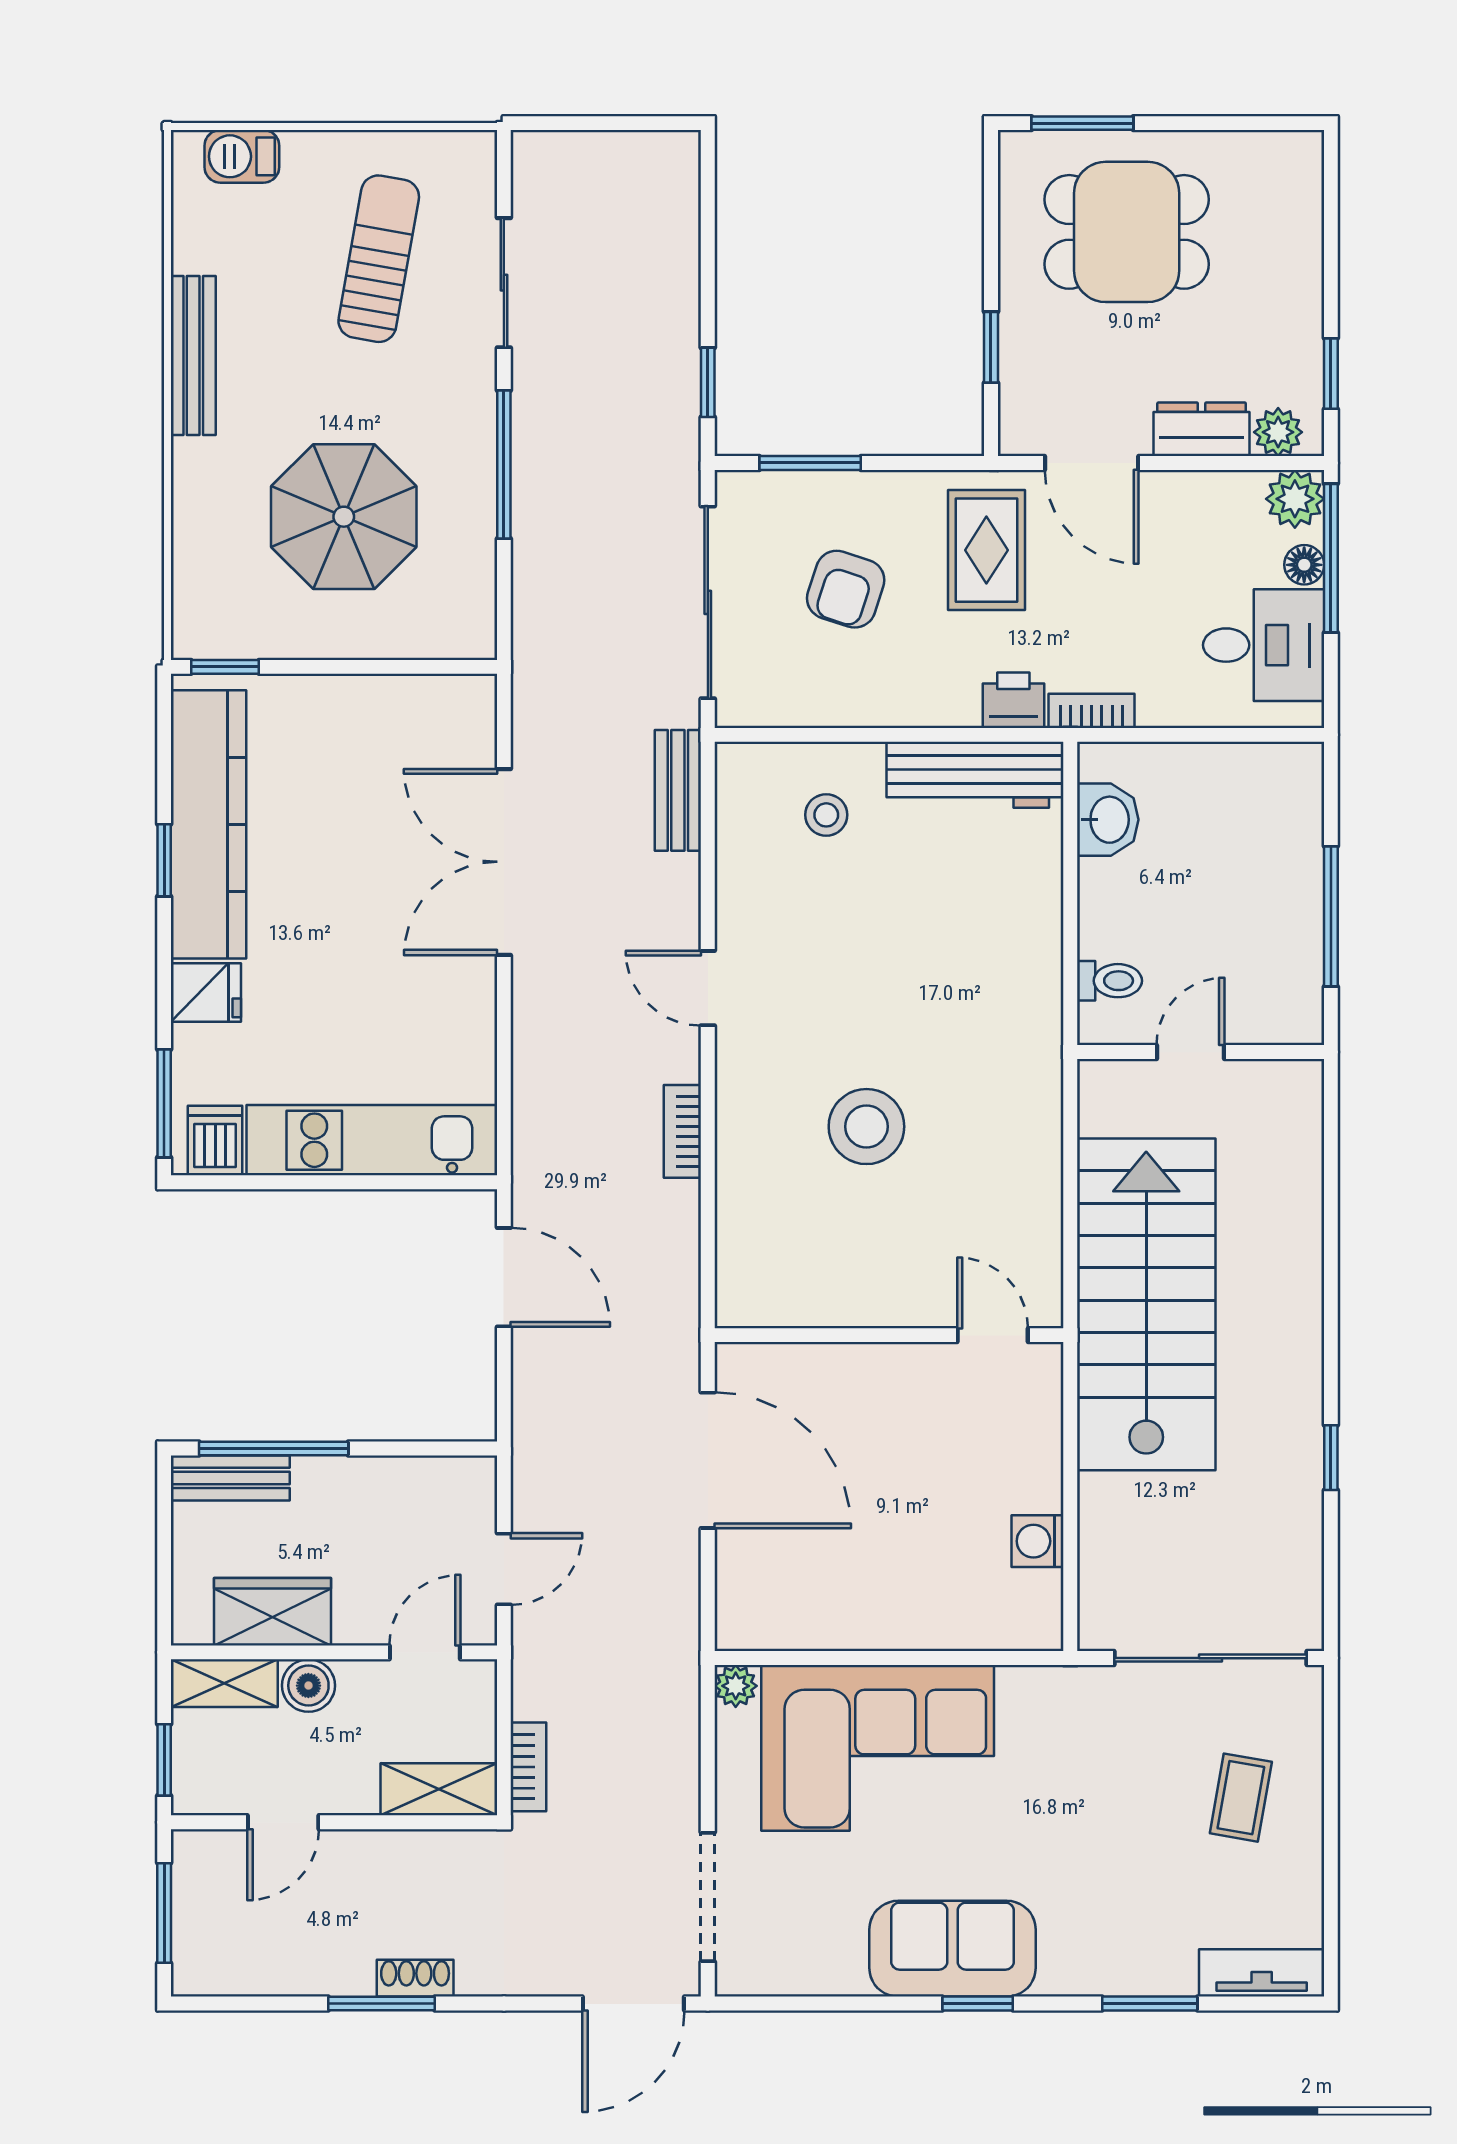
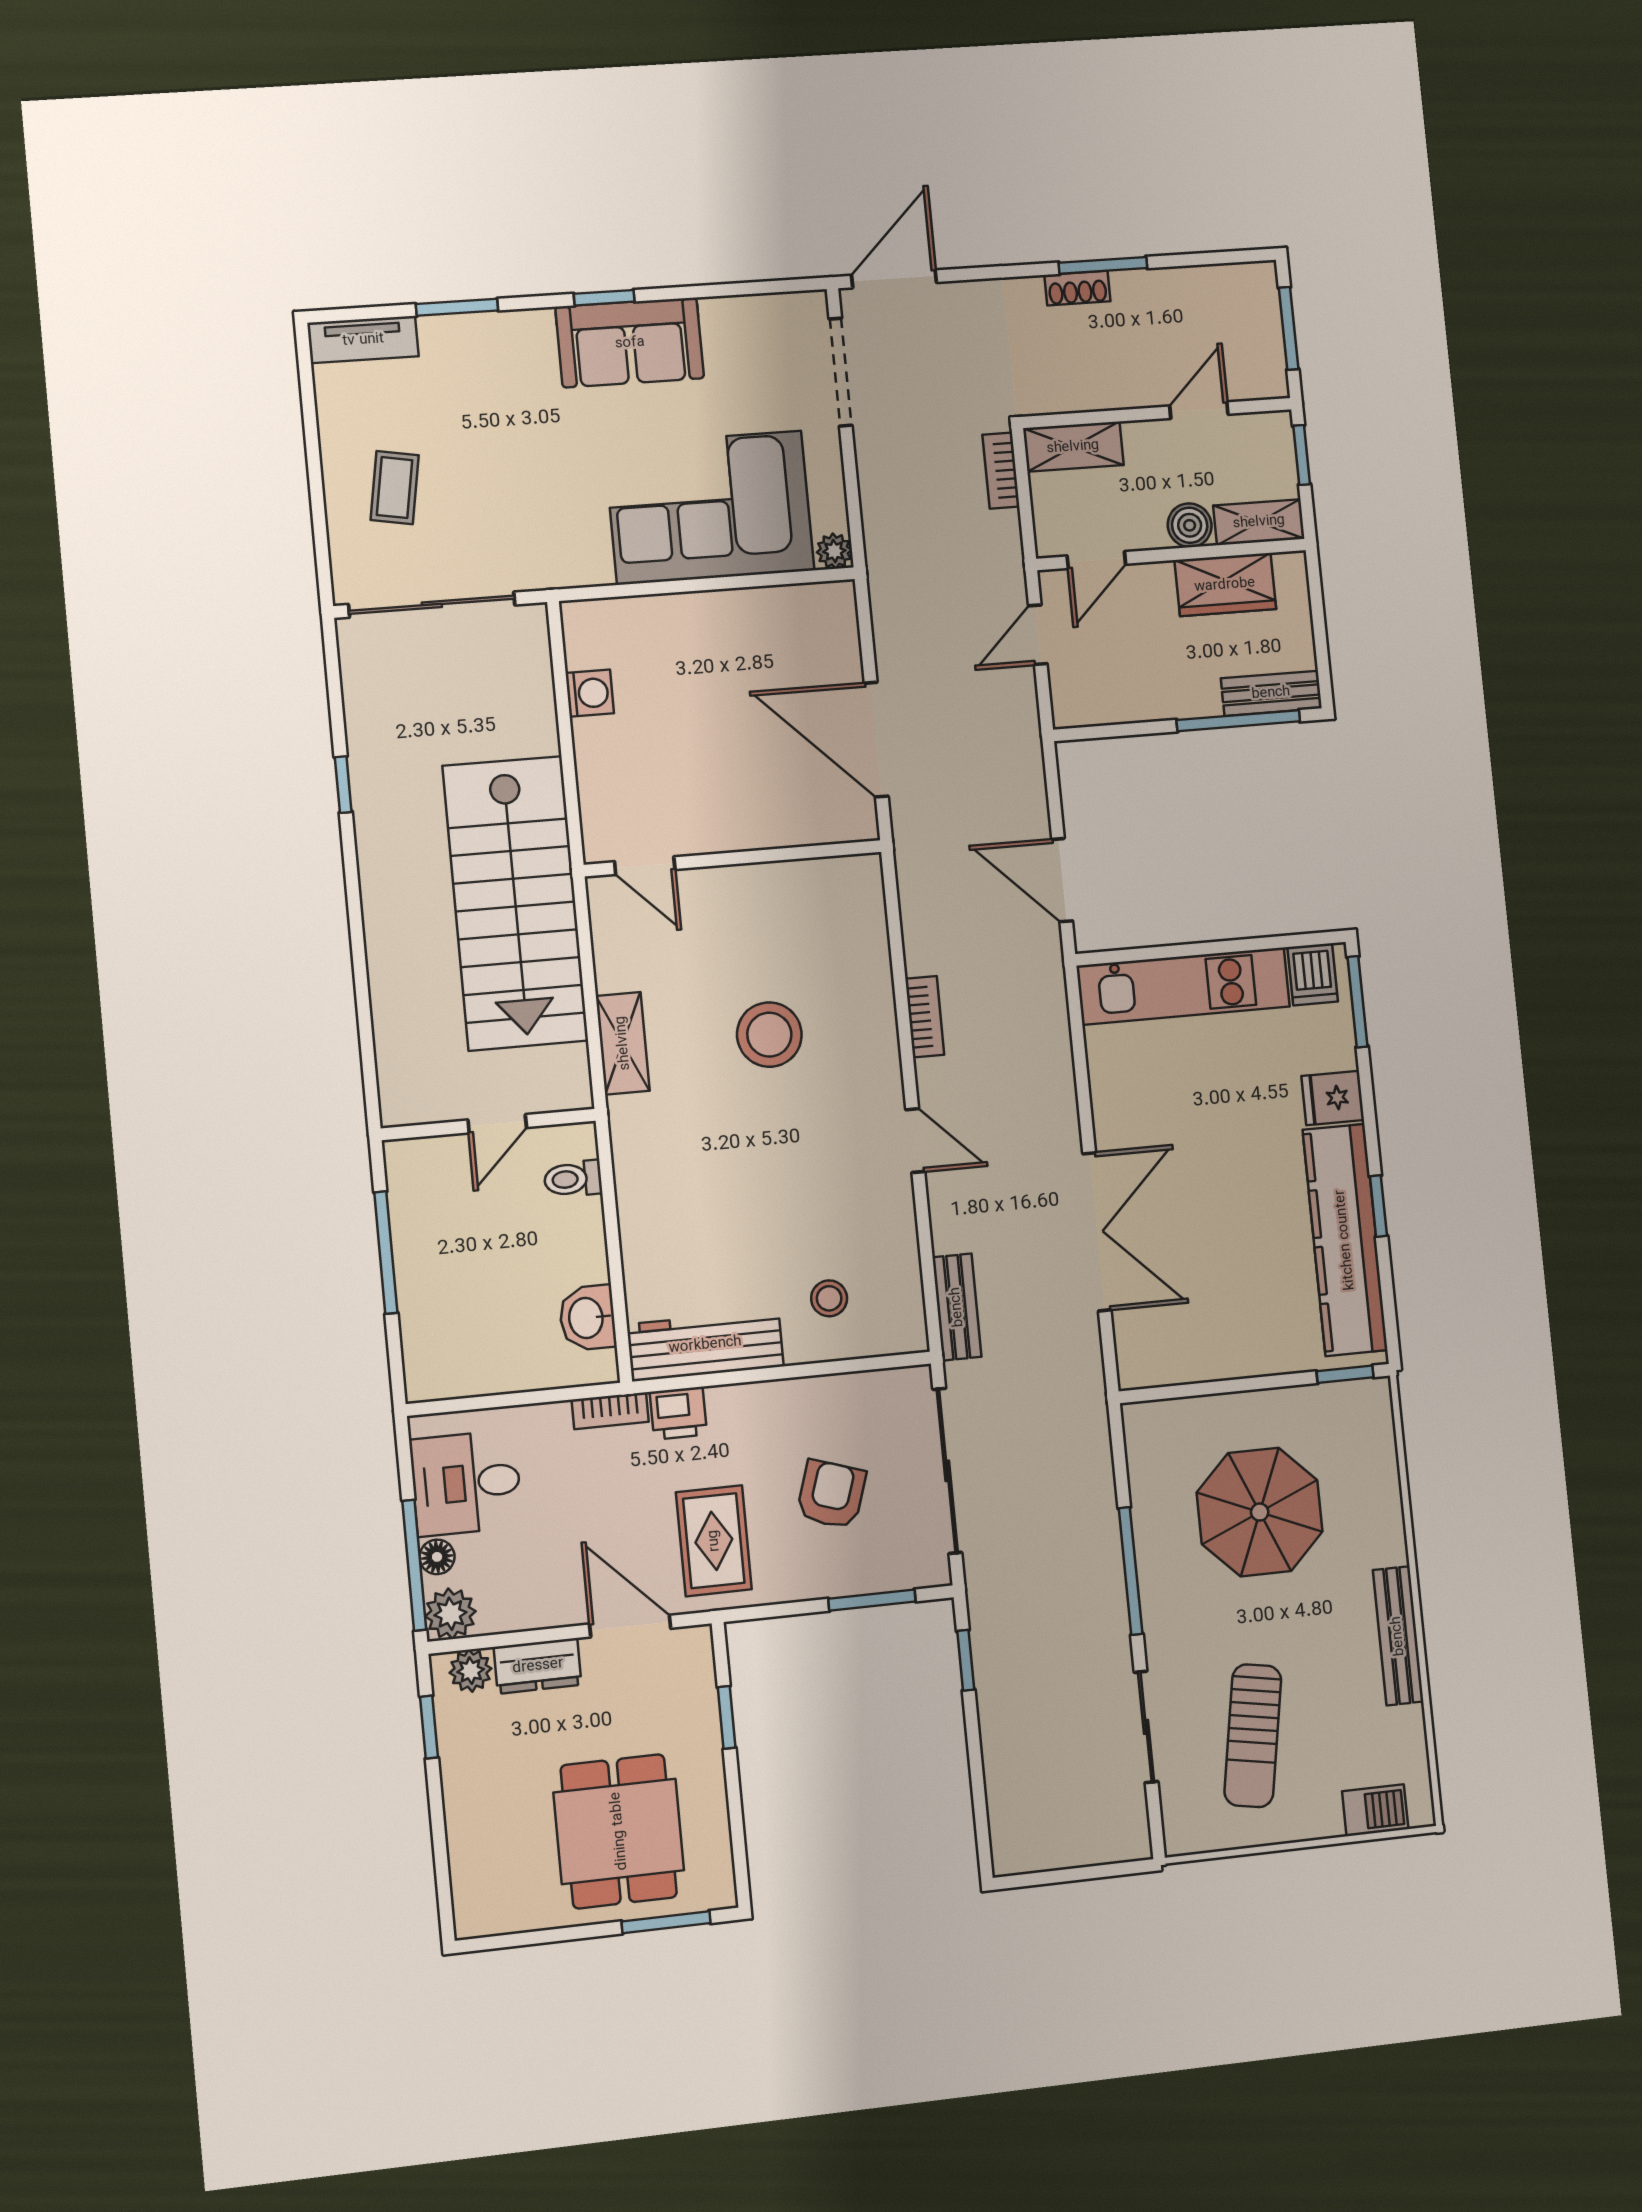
dining table: (1127, 232) -> (619, 1831), turned 90
shelving: (1038, 1132) -> (623, 1043), added

